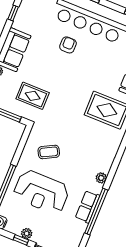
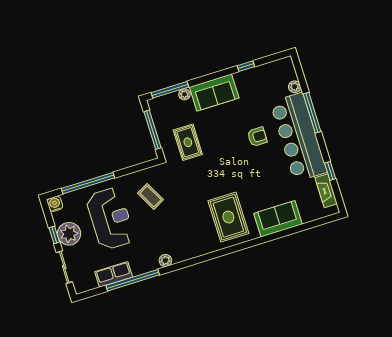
reception desk: (41, 192) -> (110, 219), turned 180
row of seats: (87, 207) -> (114, 274), moved
plant: (27, 233) -> (69, 234), width x1.88, depth x1.88

